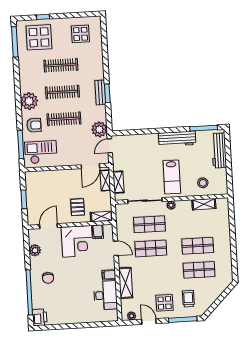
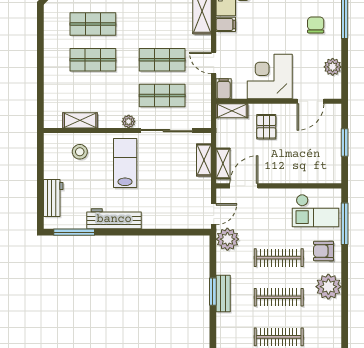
workbench: (219, 151) -> (53, 198), width x0.73
filing cabinet: (98, 232) -> (224, 89), moved

